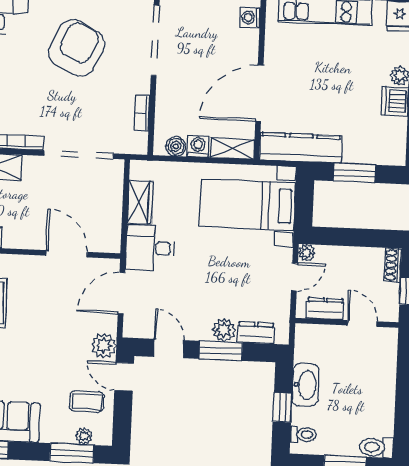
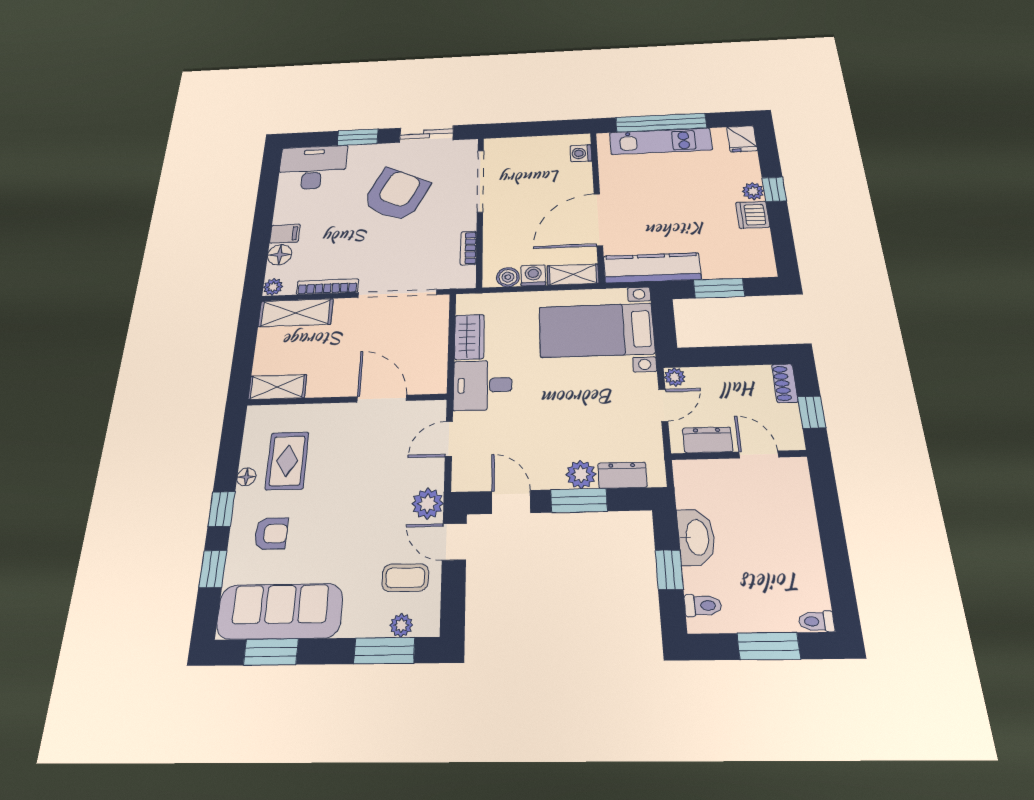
door: (121, 293) -> (449, 439), width x0.73
toilet: (376, 447) -> (816, 621), width x0.73, depth x0.72

